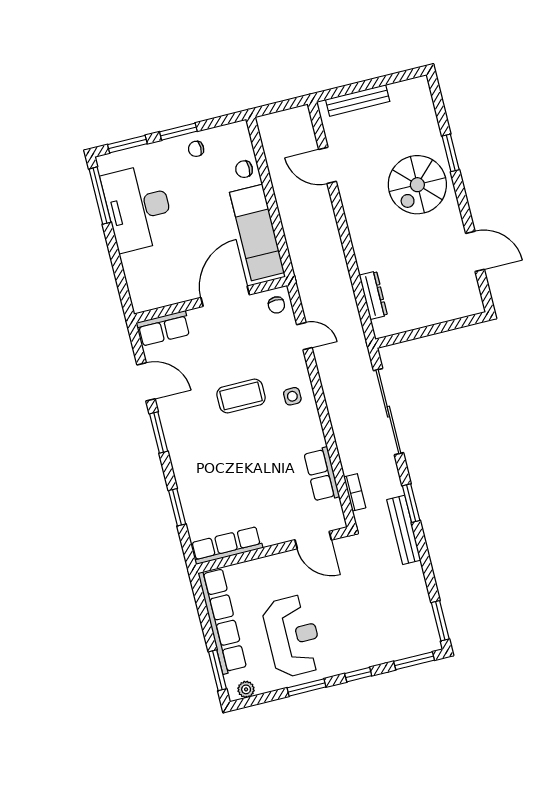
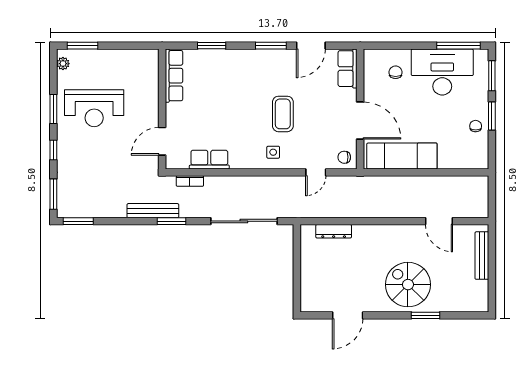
door: (328, 165) -> (439, 221), swing flipped
chair: (244, 169) -> (396, 72), moved
row of seats: (222, 621) -> (119, 58), removed

